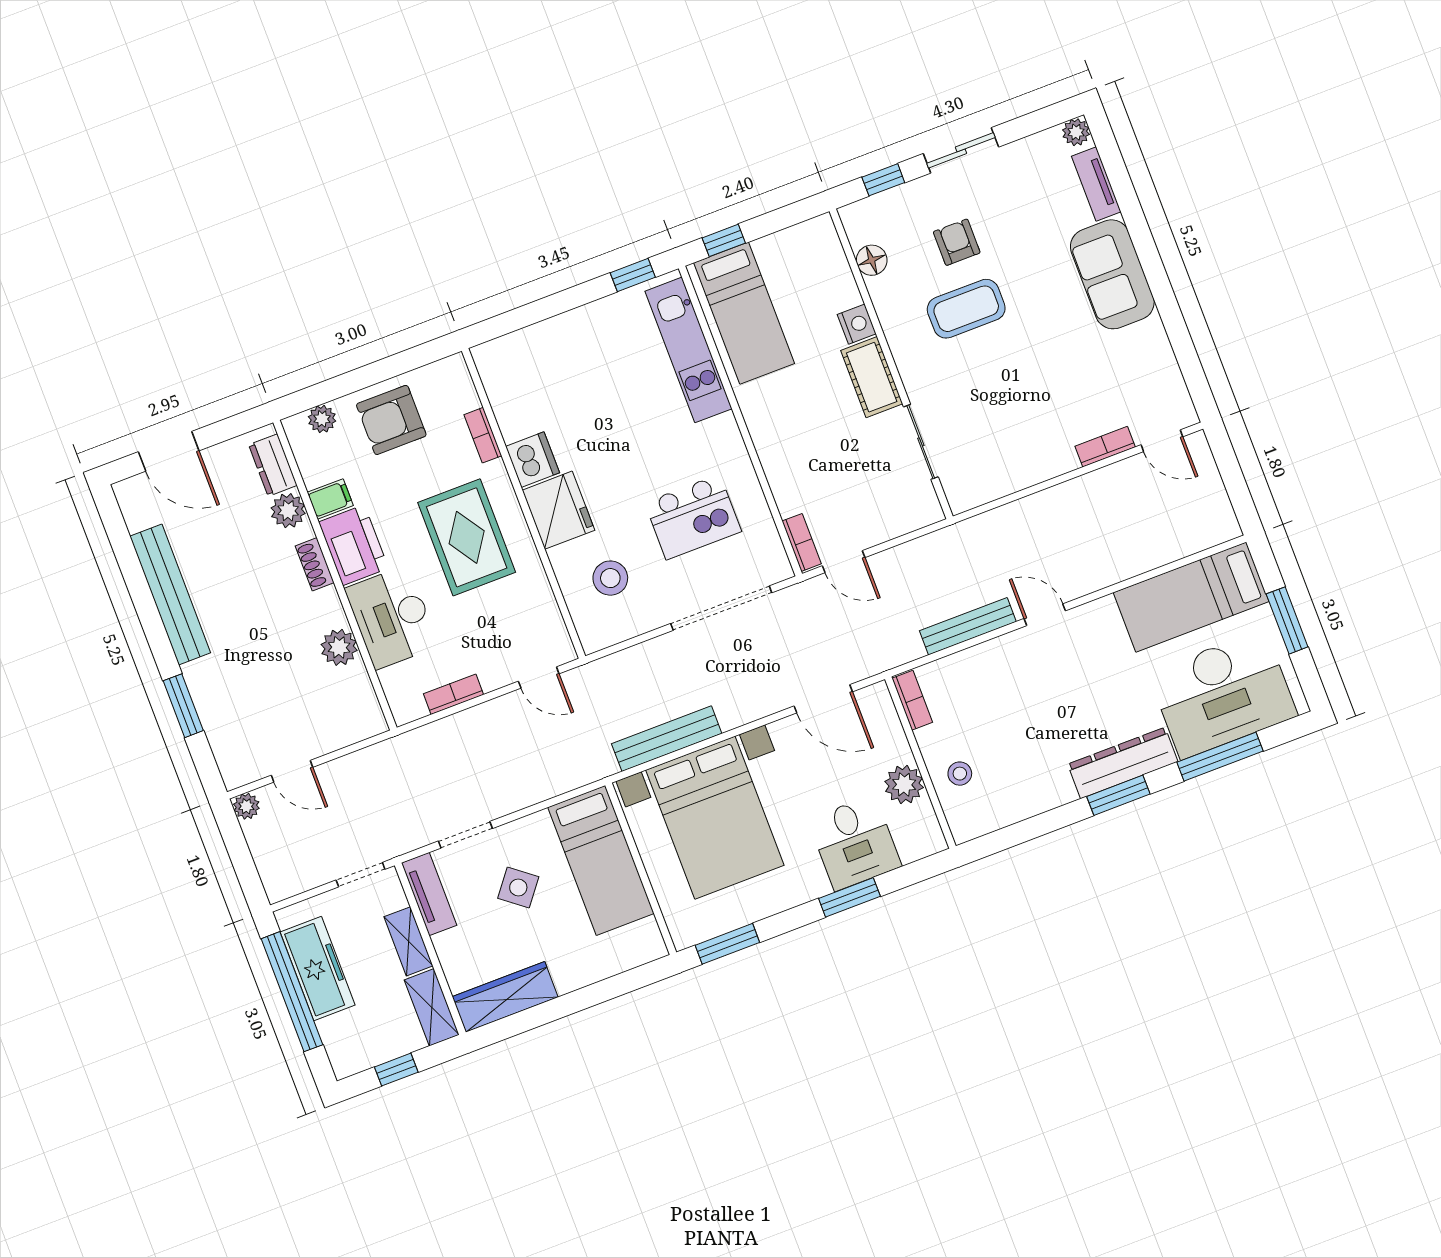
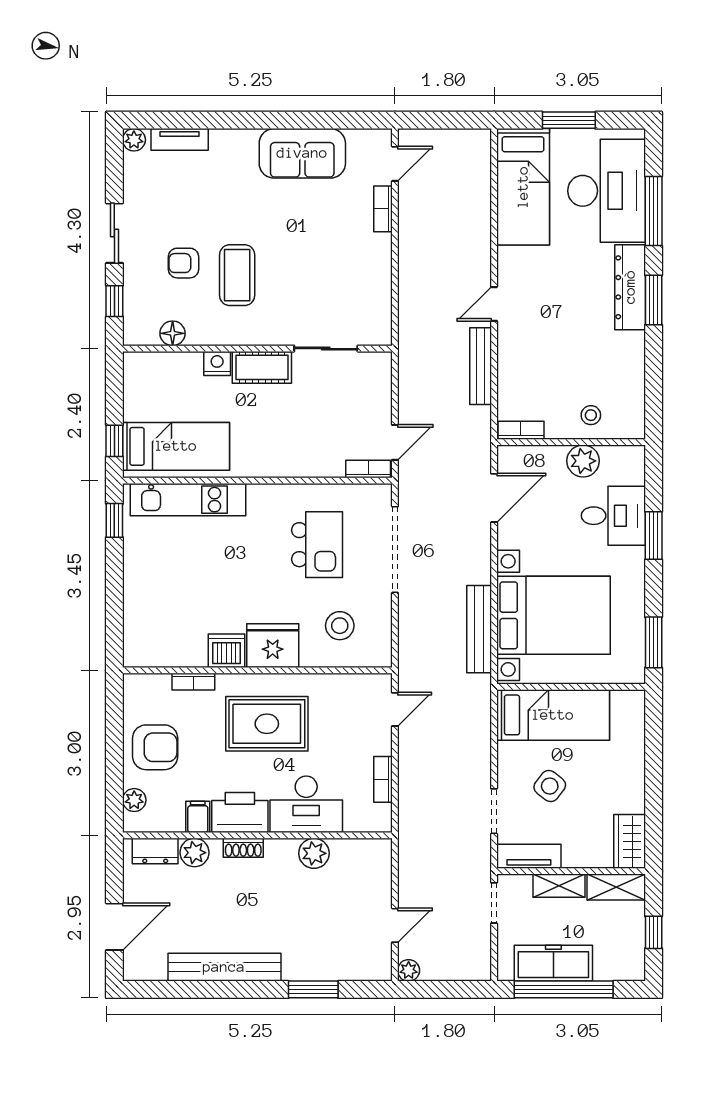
sofa: (1112, 274) -> (302, 153), moved
armchair: (391, 420) -> (155, 747), turned -90
wardrobe: (505, 997) -> (630, 841), width x0.67

